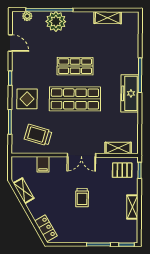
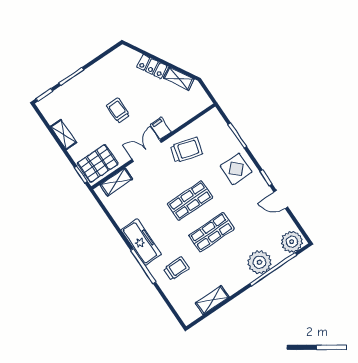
plant: (27, 16) -> (292, 242), width x1.88, depth x1.88
door: (10, 43) -> (281, 199), moved
trolley: (118, 58) -> (176, 268), added
shop shelf: (75, 99) -> (190, 201), width x0.70, depth x0.74
trolley: (38, 135) -> (186, 150), moved
filing cabinet: (43, 164) -> (161, 128), moved
pallet: (122, 170) -> (98, 163), width x1.50, depth x1.42
locker: (46, 228) -> (152, 67), moved

